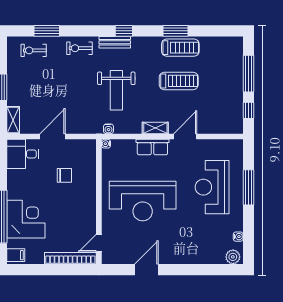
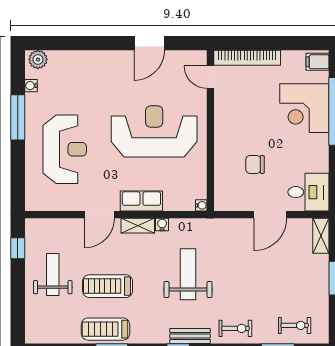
window: (248, 74) -> (18, 296), removed
weight bench: (221, 90) -> (53, 275), added
water cooler: (108, 129) -> (162, 224), moved
window: (248, 187) -> (18, 117), moved
door: (99, 243) -> (210, 77), swing flipped

